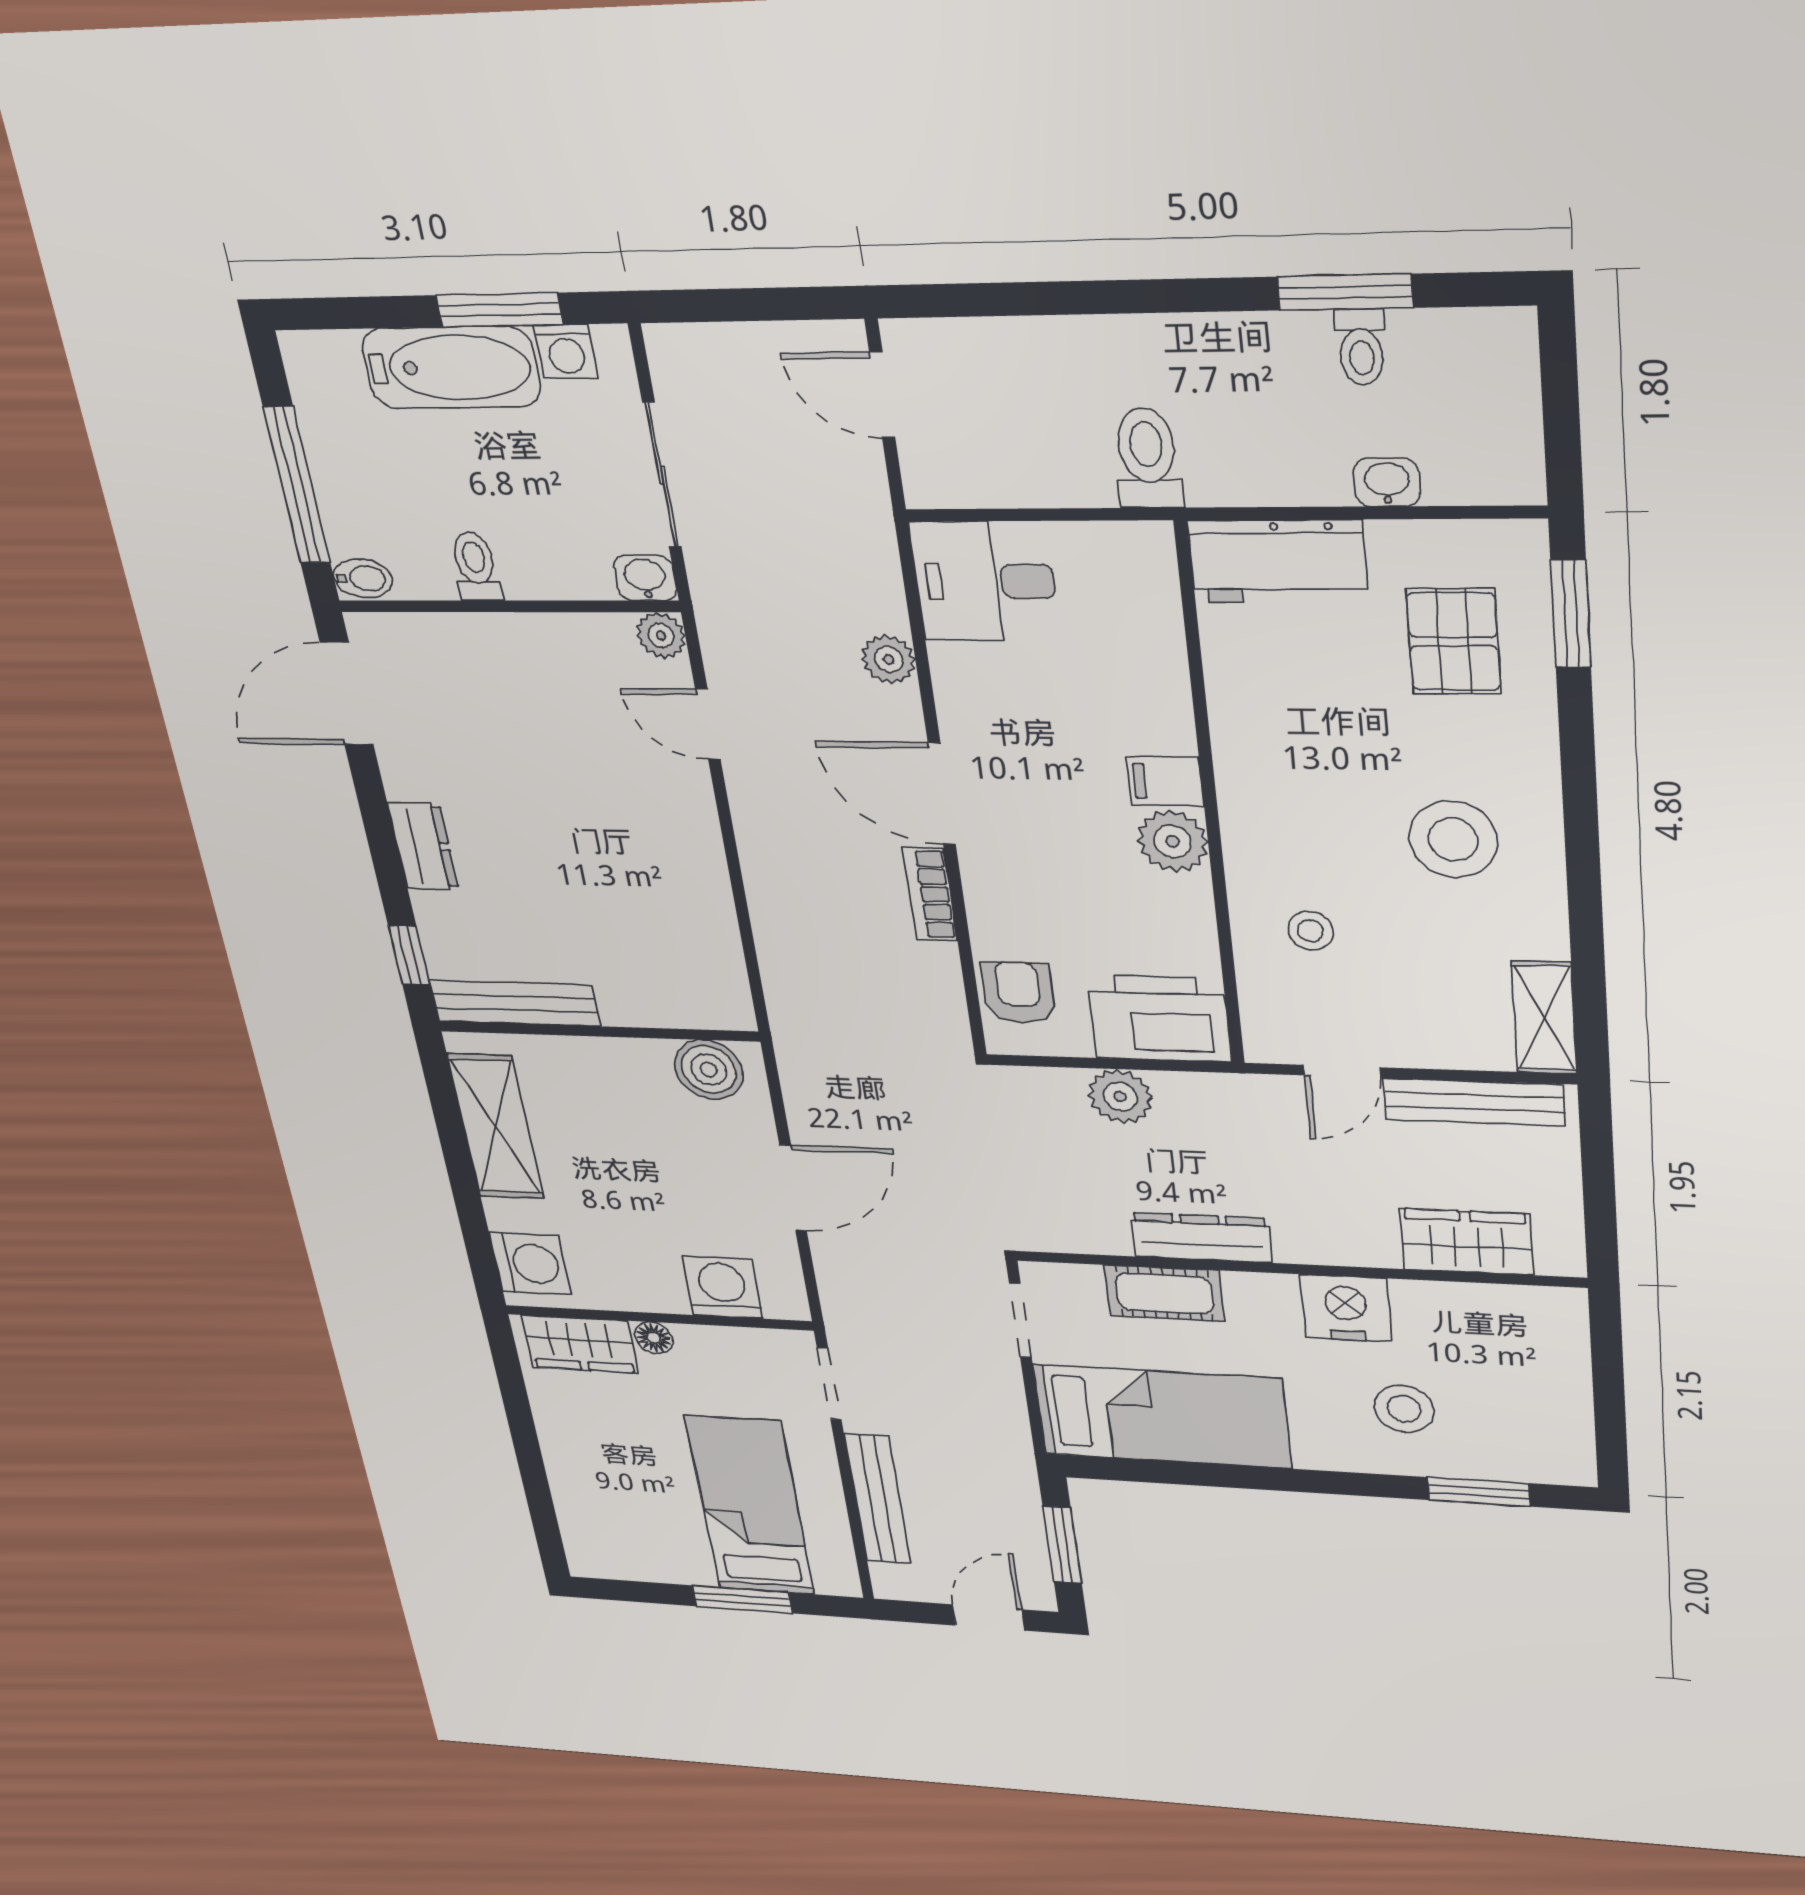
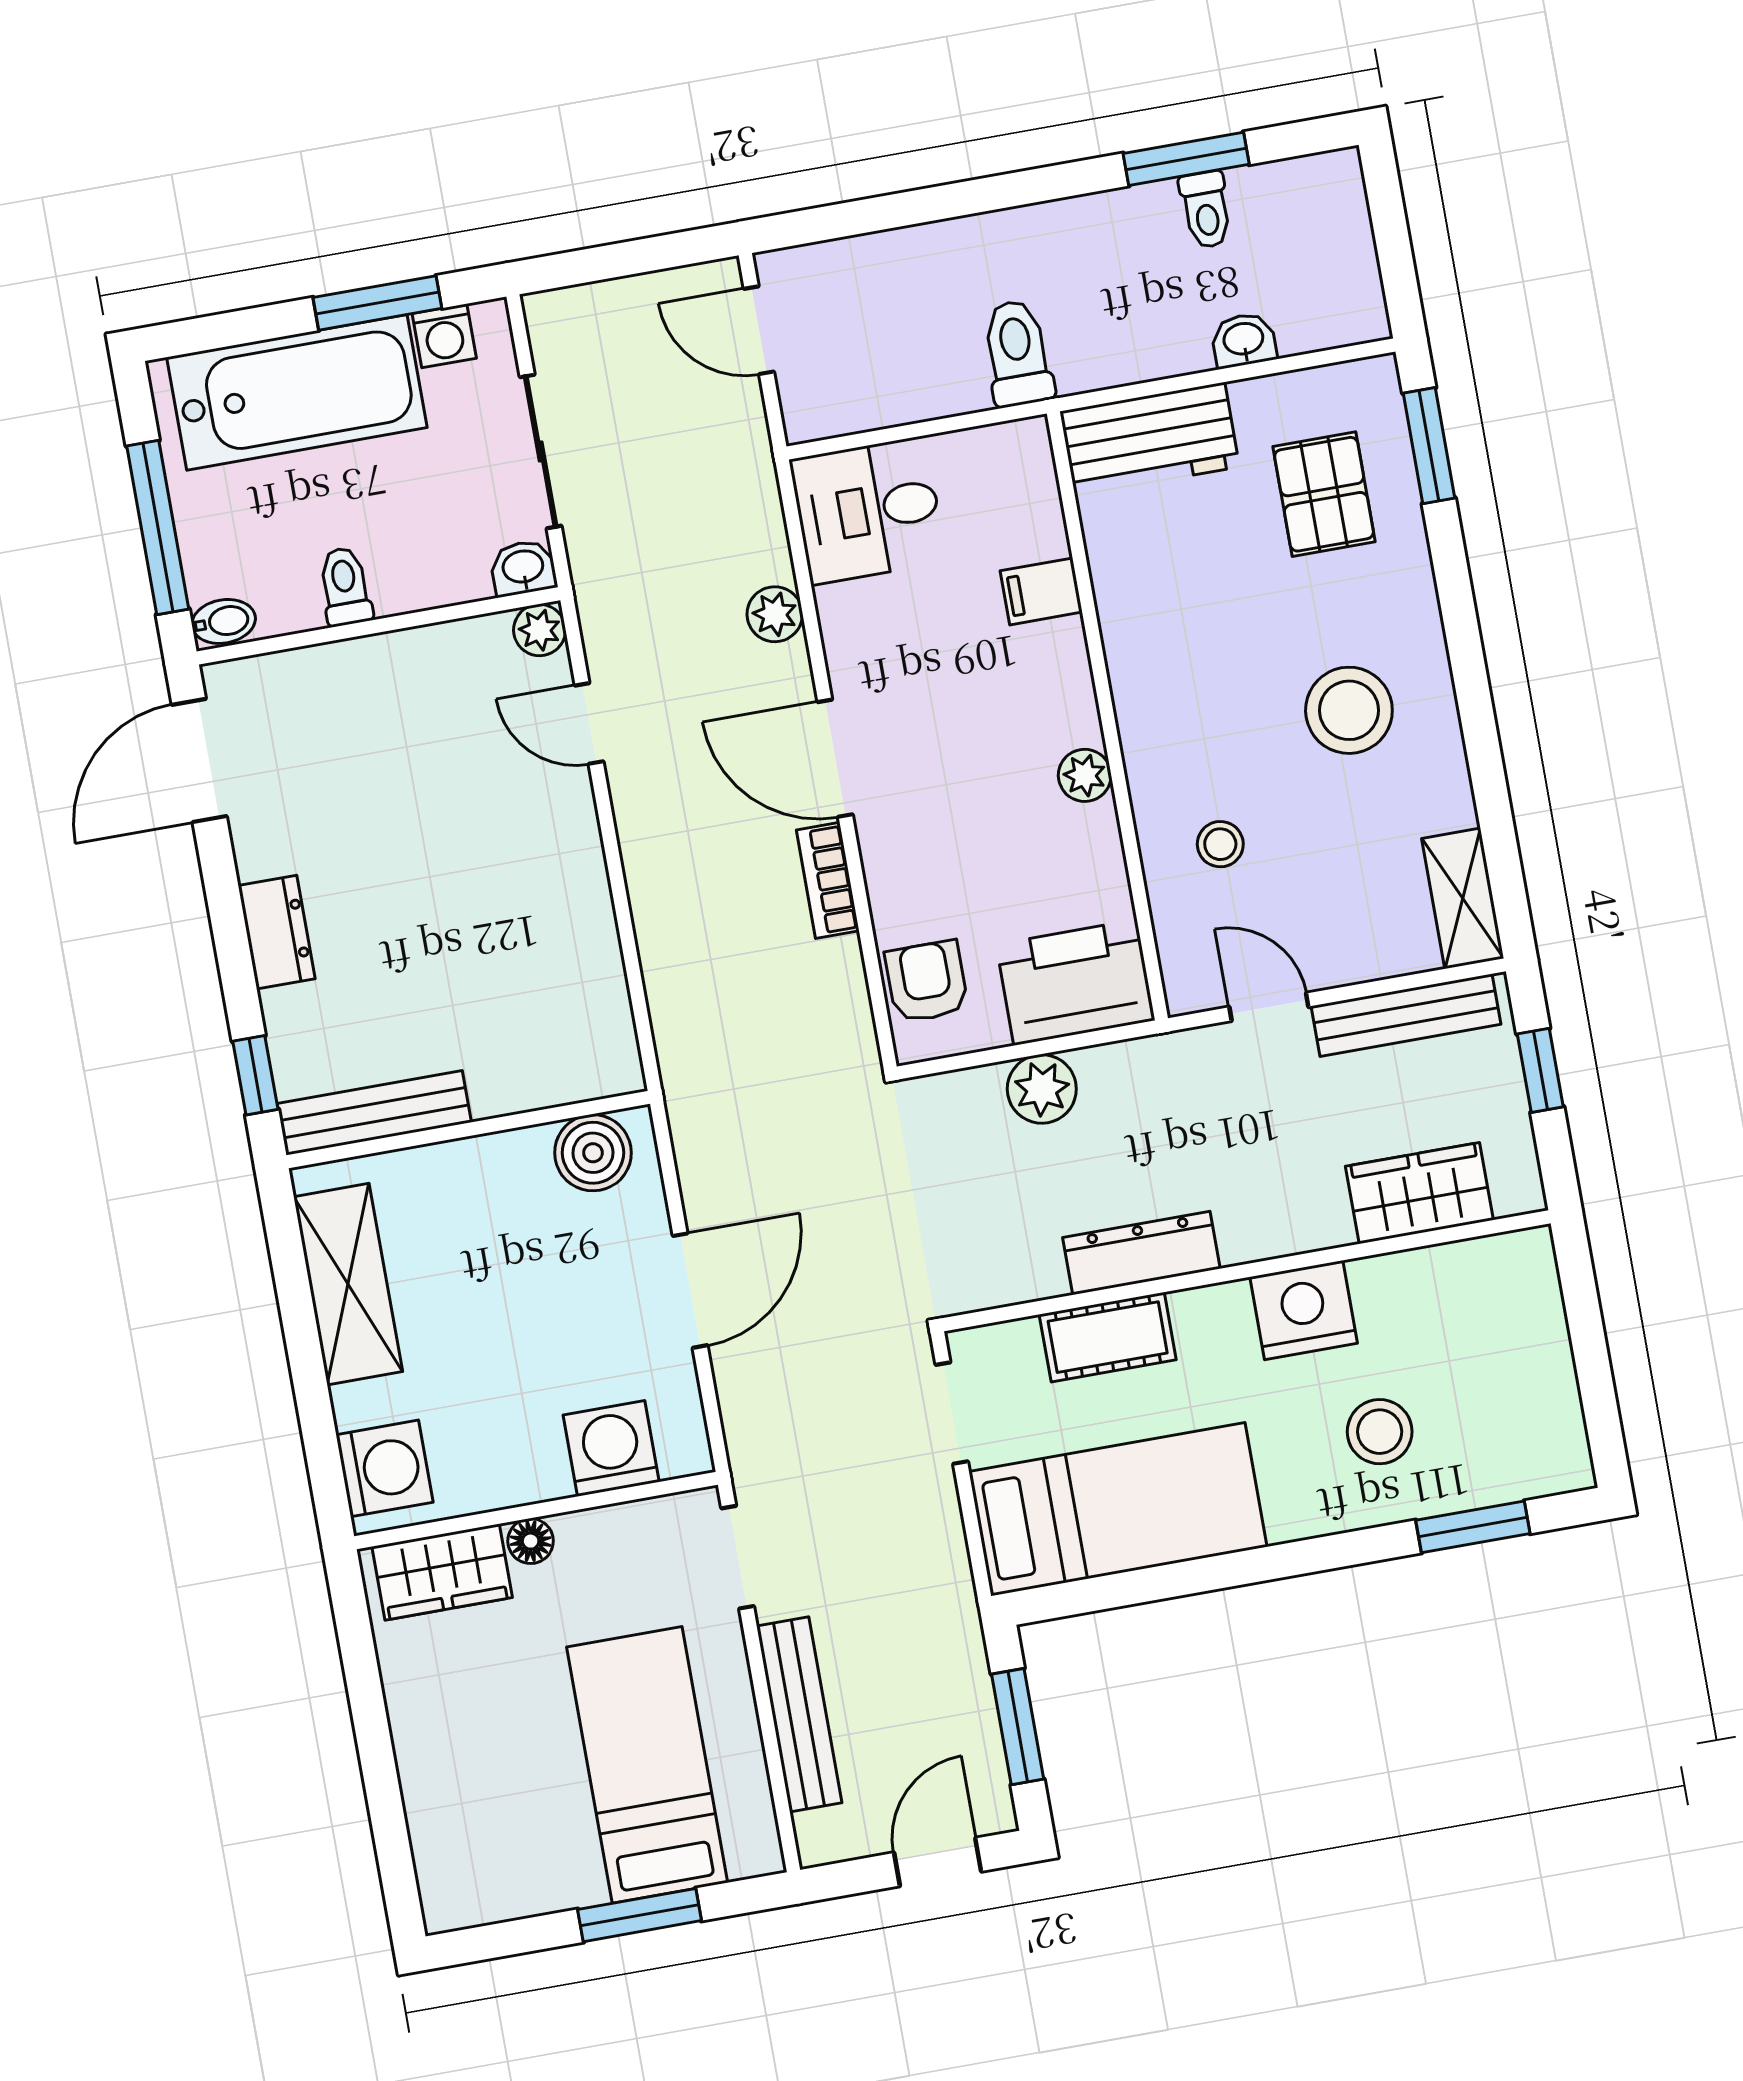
bathtub: (451, 367) -> (297, 392), width x1.36, depth x1.36
filing cabinet: (1165, 781) -> (1041, 591), moved
plant: (1173, 841) -> (1085, 775), width x0.73, depth x0.73
door: (1342, 1071) -> (1269, 1007), swing flipped
window: (1598, 1169) -> (1540, 1070), added

